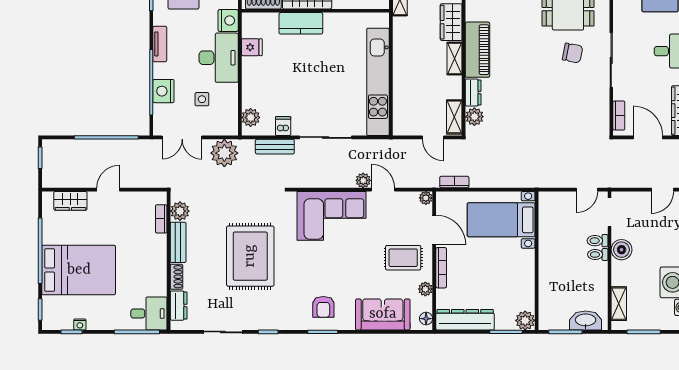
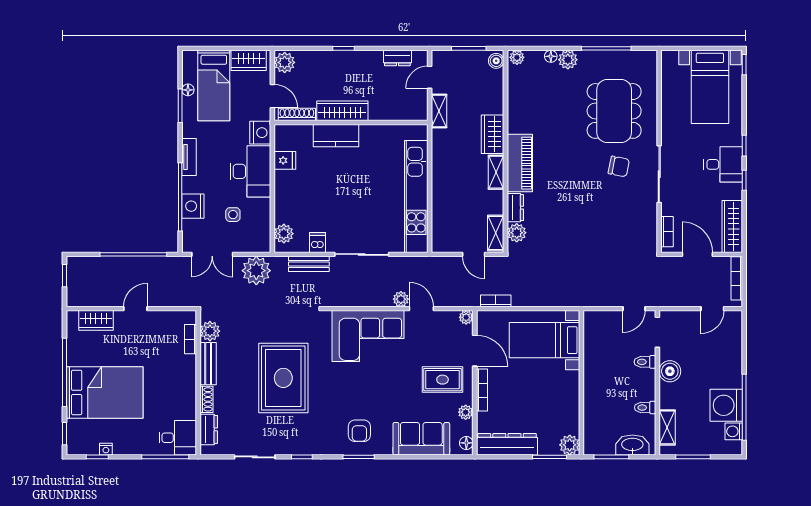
toilet: (598, 255) -> (645, 408), moved

